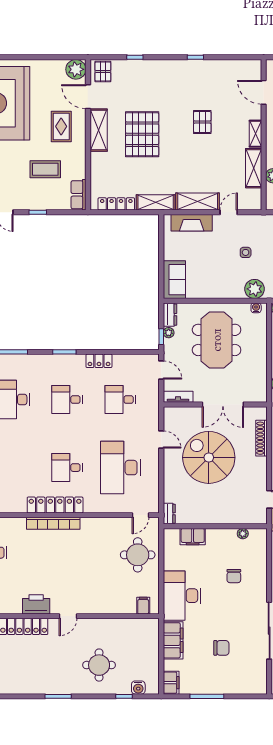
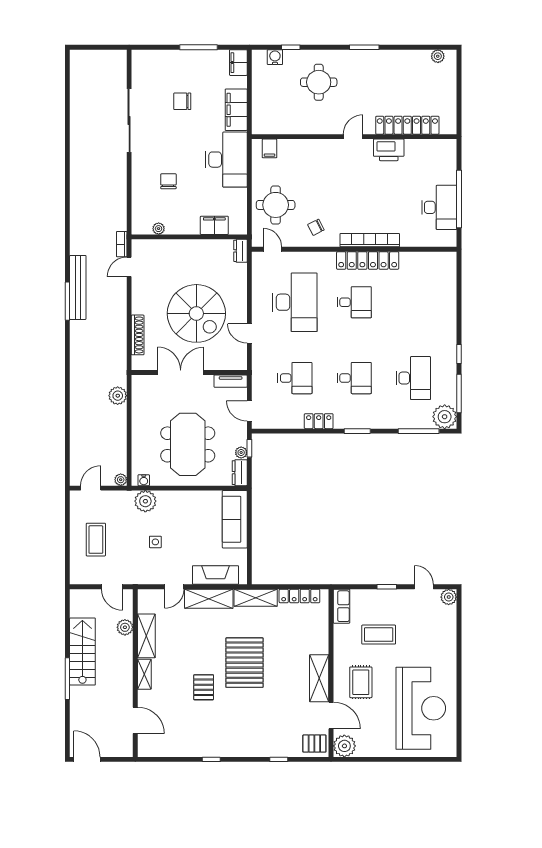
pallet: (103, 71) -> (314, 744), turned 90
pallet: (142, 134) -> (244, 663), moved
sofa: (174, 280) -> (235, 519), width x1.36
door: (140, 515) -> (272, 249), hinge flipped
chair: (102, 535) -> (316, 227), added

